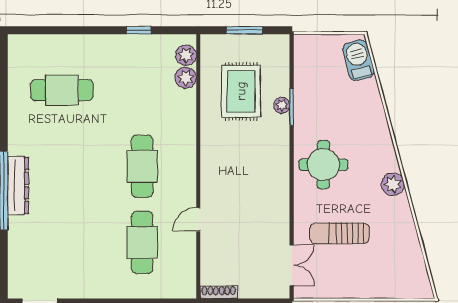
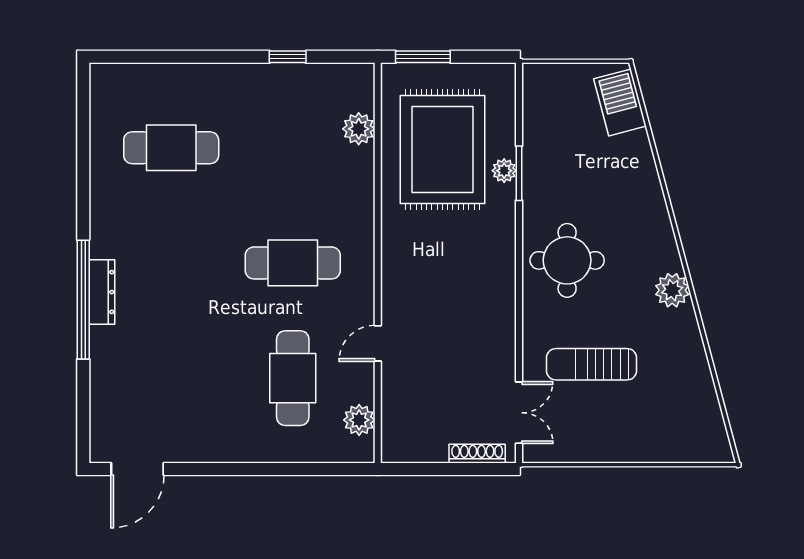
window: (244, 30) -> (423, 57), moved
plant: (186, 55) -> (359, 420), moved
rug: (241, 91) -> (442, 149), width x1.37, depth x1.44
cafe table: (142, 166) -> (293, 263), turned 90
dresser: (18, 186) -> (102, 292), width x0.73, depth x0.80
shoe rack: (219, 292) -> (477, 454), moved

